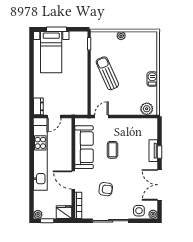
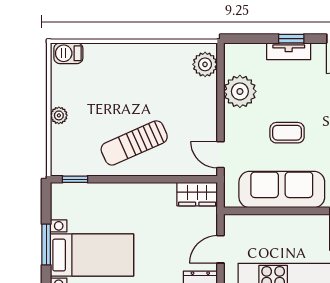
barbecue: (152, 79) -> (68, 53), moved
wardrobe: (82, 105) -> (197, 194), added
door: (54, 116) -> (220, 249), swing flipped
plant: (133, 126) -> (240, 91), added

